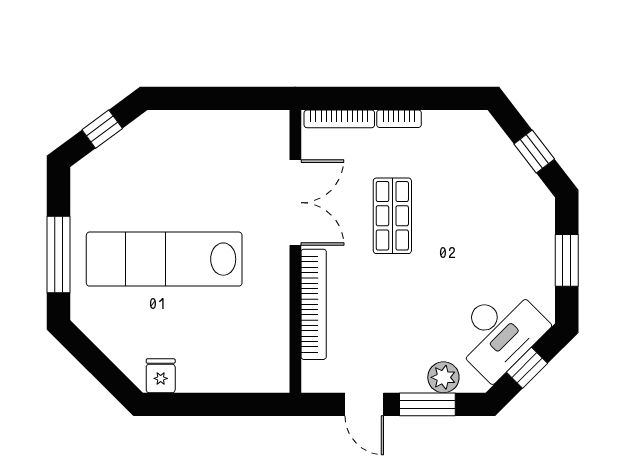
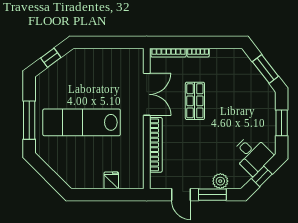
window: (534, 152) -> (265, 69), width x1.50
desk: (499, 332) -> (252, 155), width x0.73
fridge: (161, 376) -> (111, 180), moved

